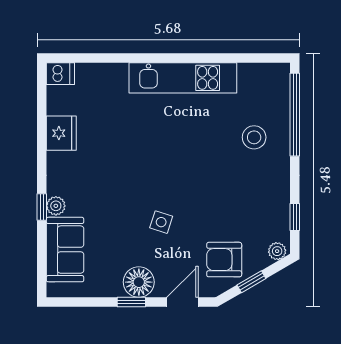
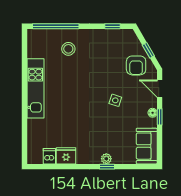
dishwasher: (60, 74) -> (49, 156), moved
sofa: (65, 250) -> (147, 146), moved, turned -90
plant: (277, 251) -> (131, 36), removed
floor lamp: (139, 282) -> (153, 113), width x0.53, depth x0.53

